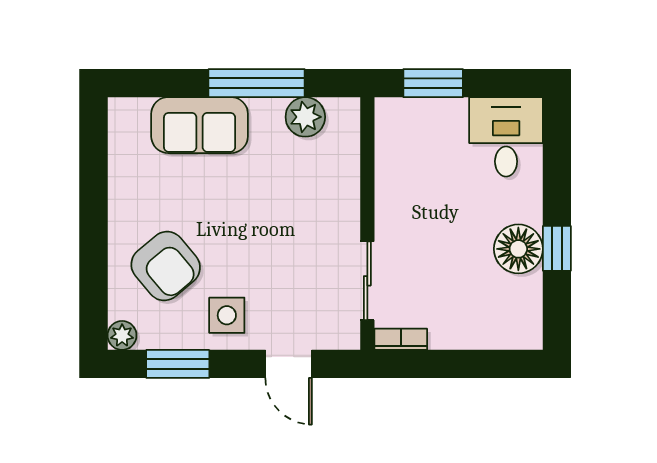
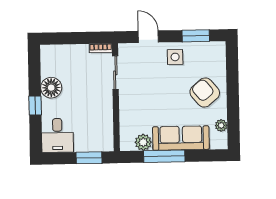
sofa: (200, 125) -> (181, 138), width x1.36
window: (557, 248) -> (35, 106), moved
armchair: (166, 266) -> (205, 93), moved
plant: (122, 335) -> (221, 125), moved

